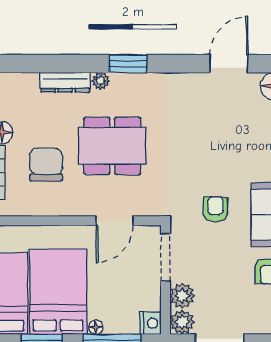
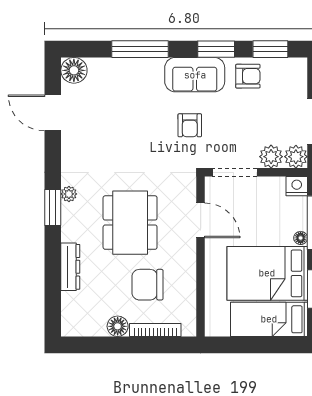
plant: (101, 81) -> (69, 194), moved
armchair: (216, 209) -> (190, 125), turned -90

